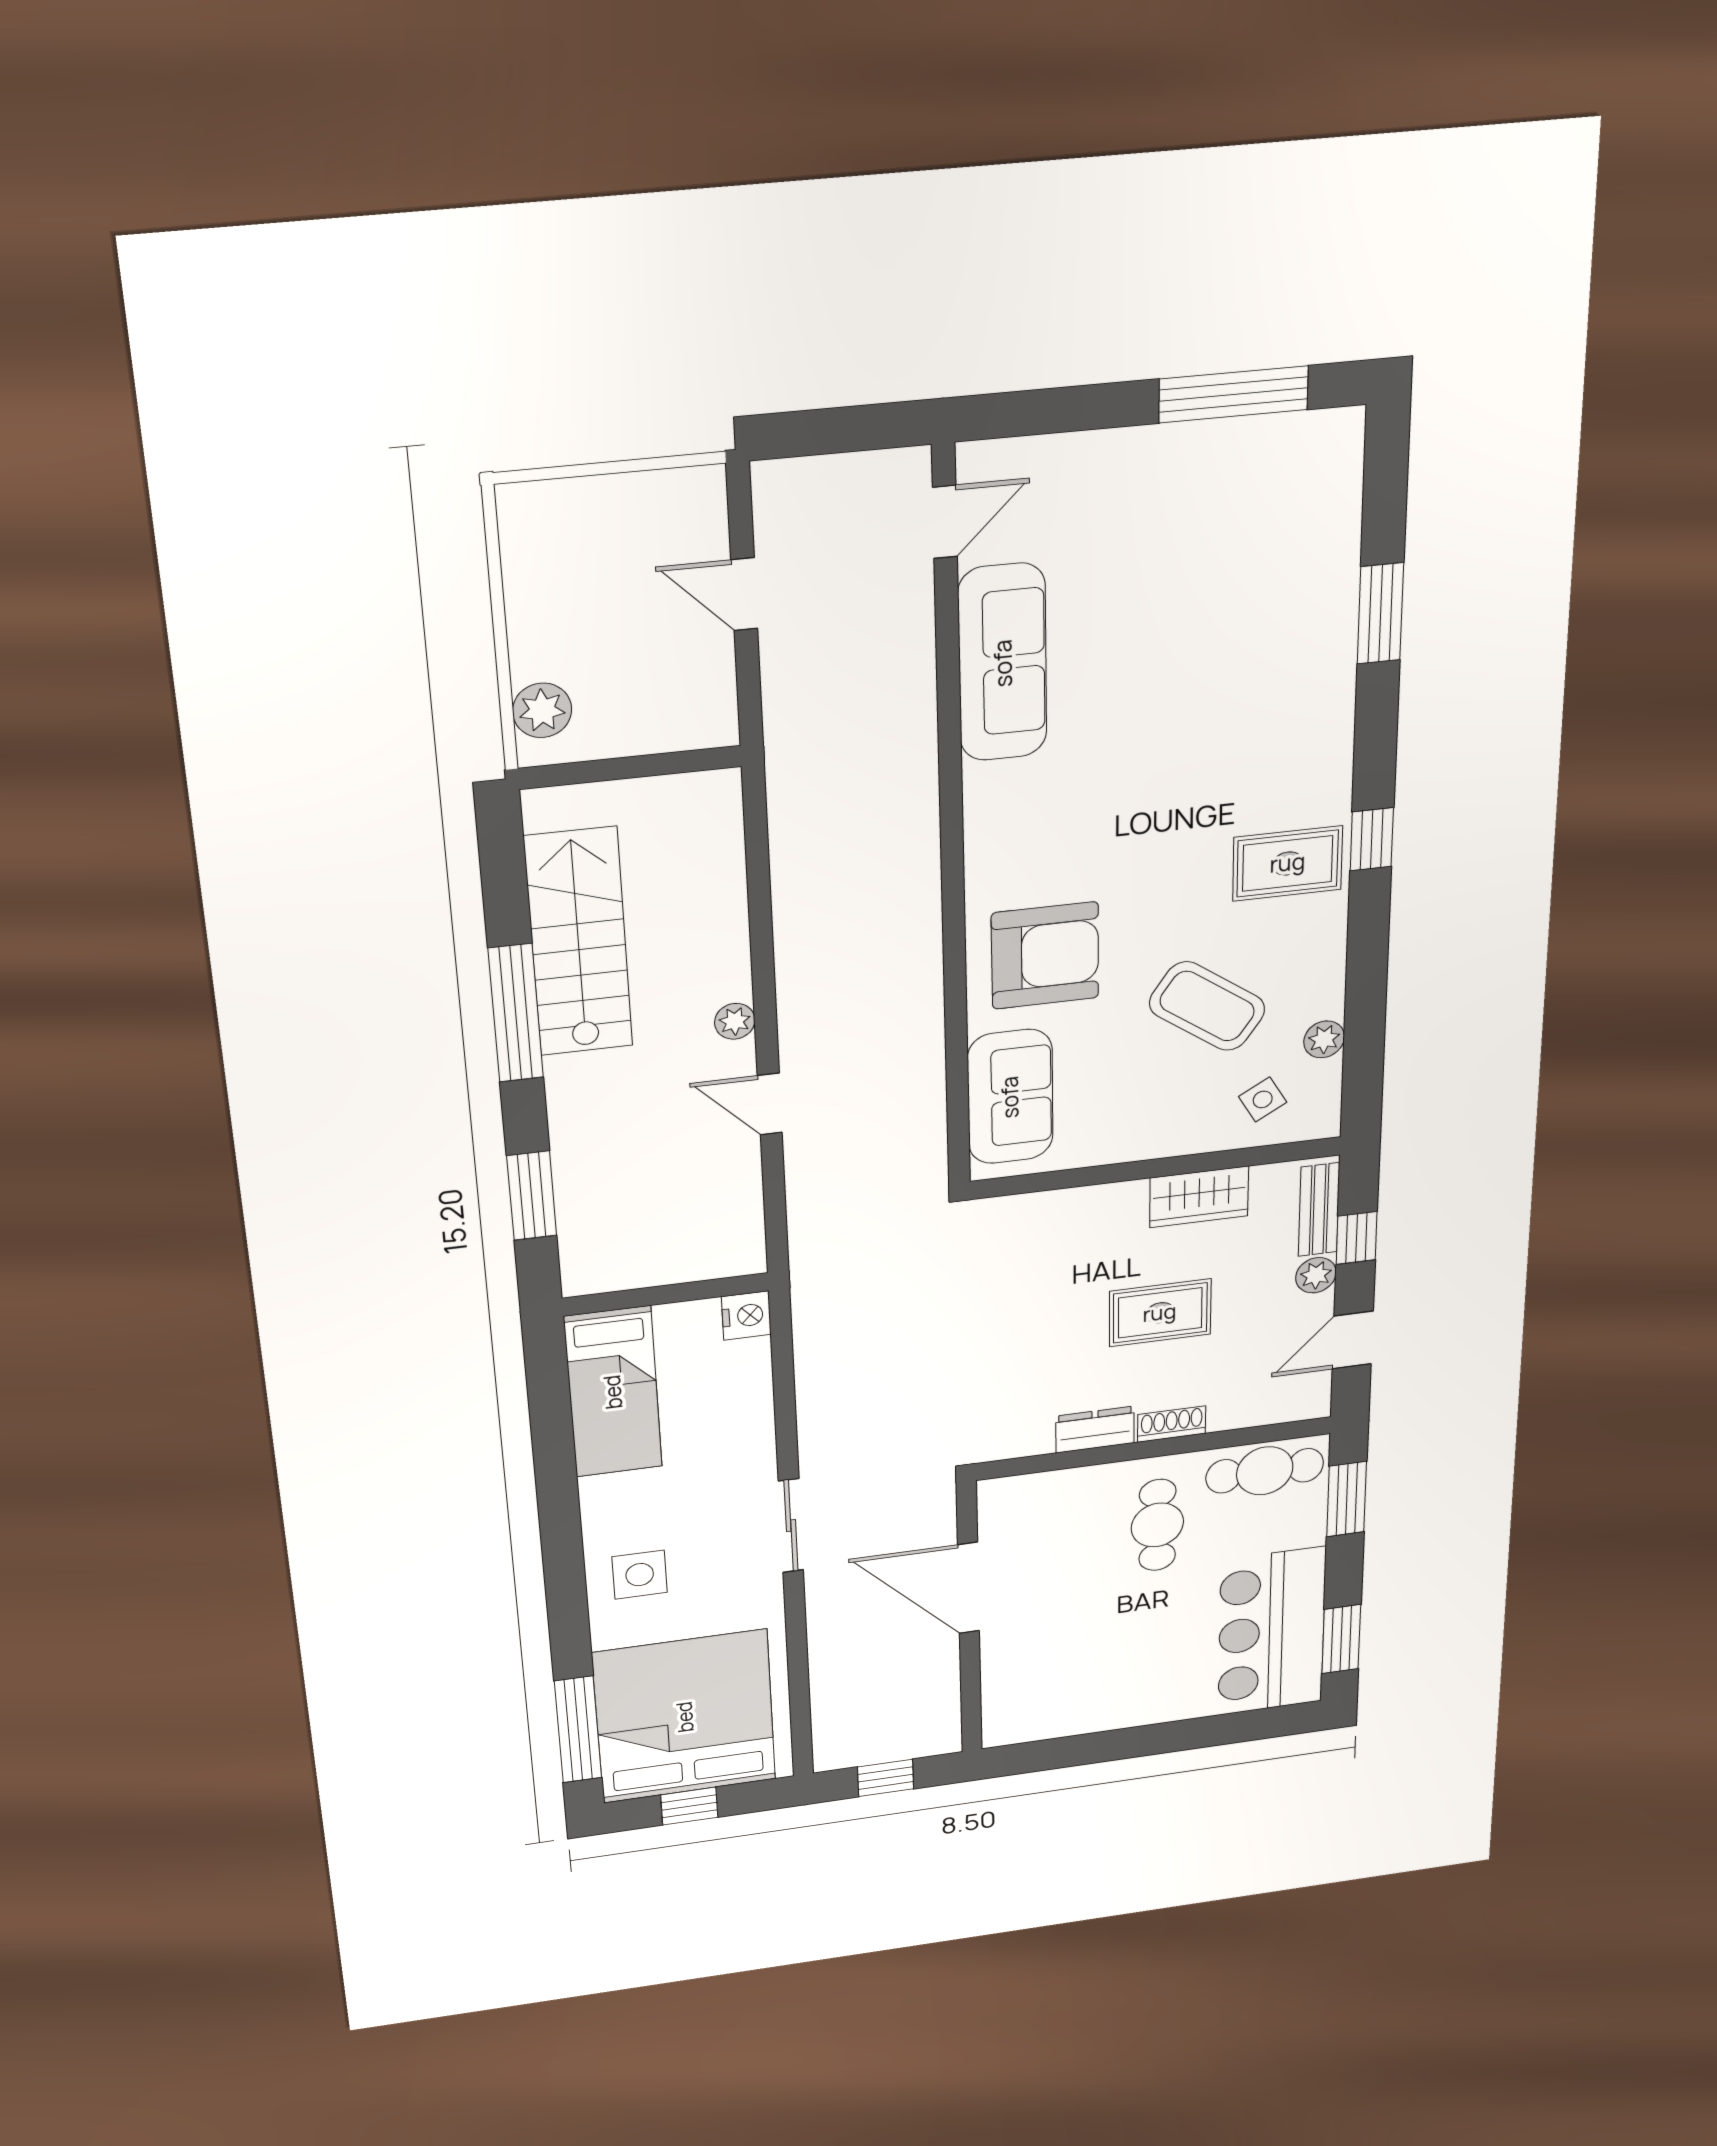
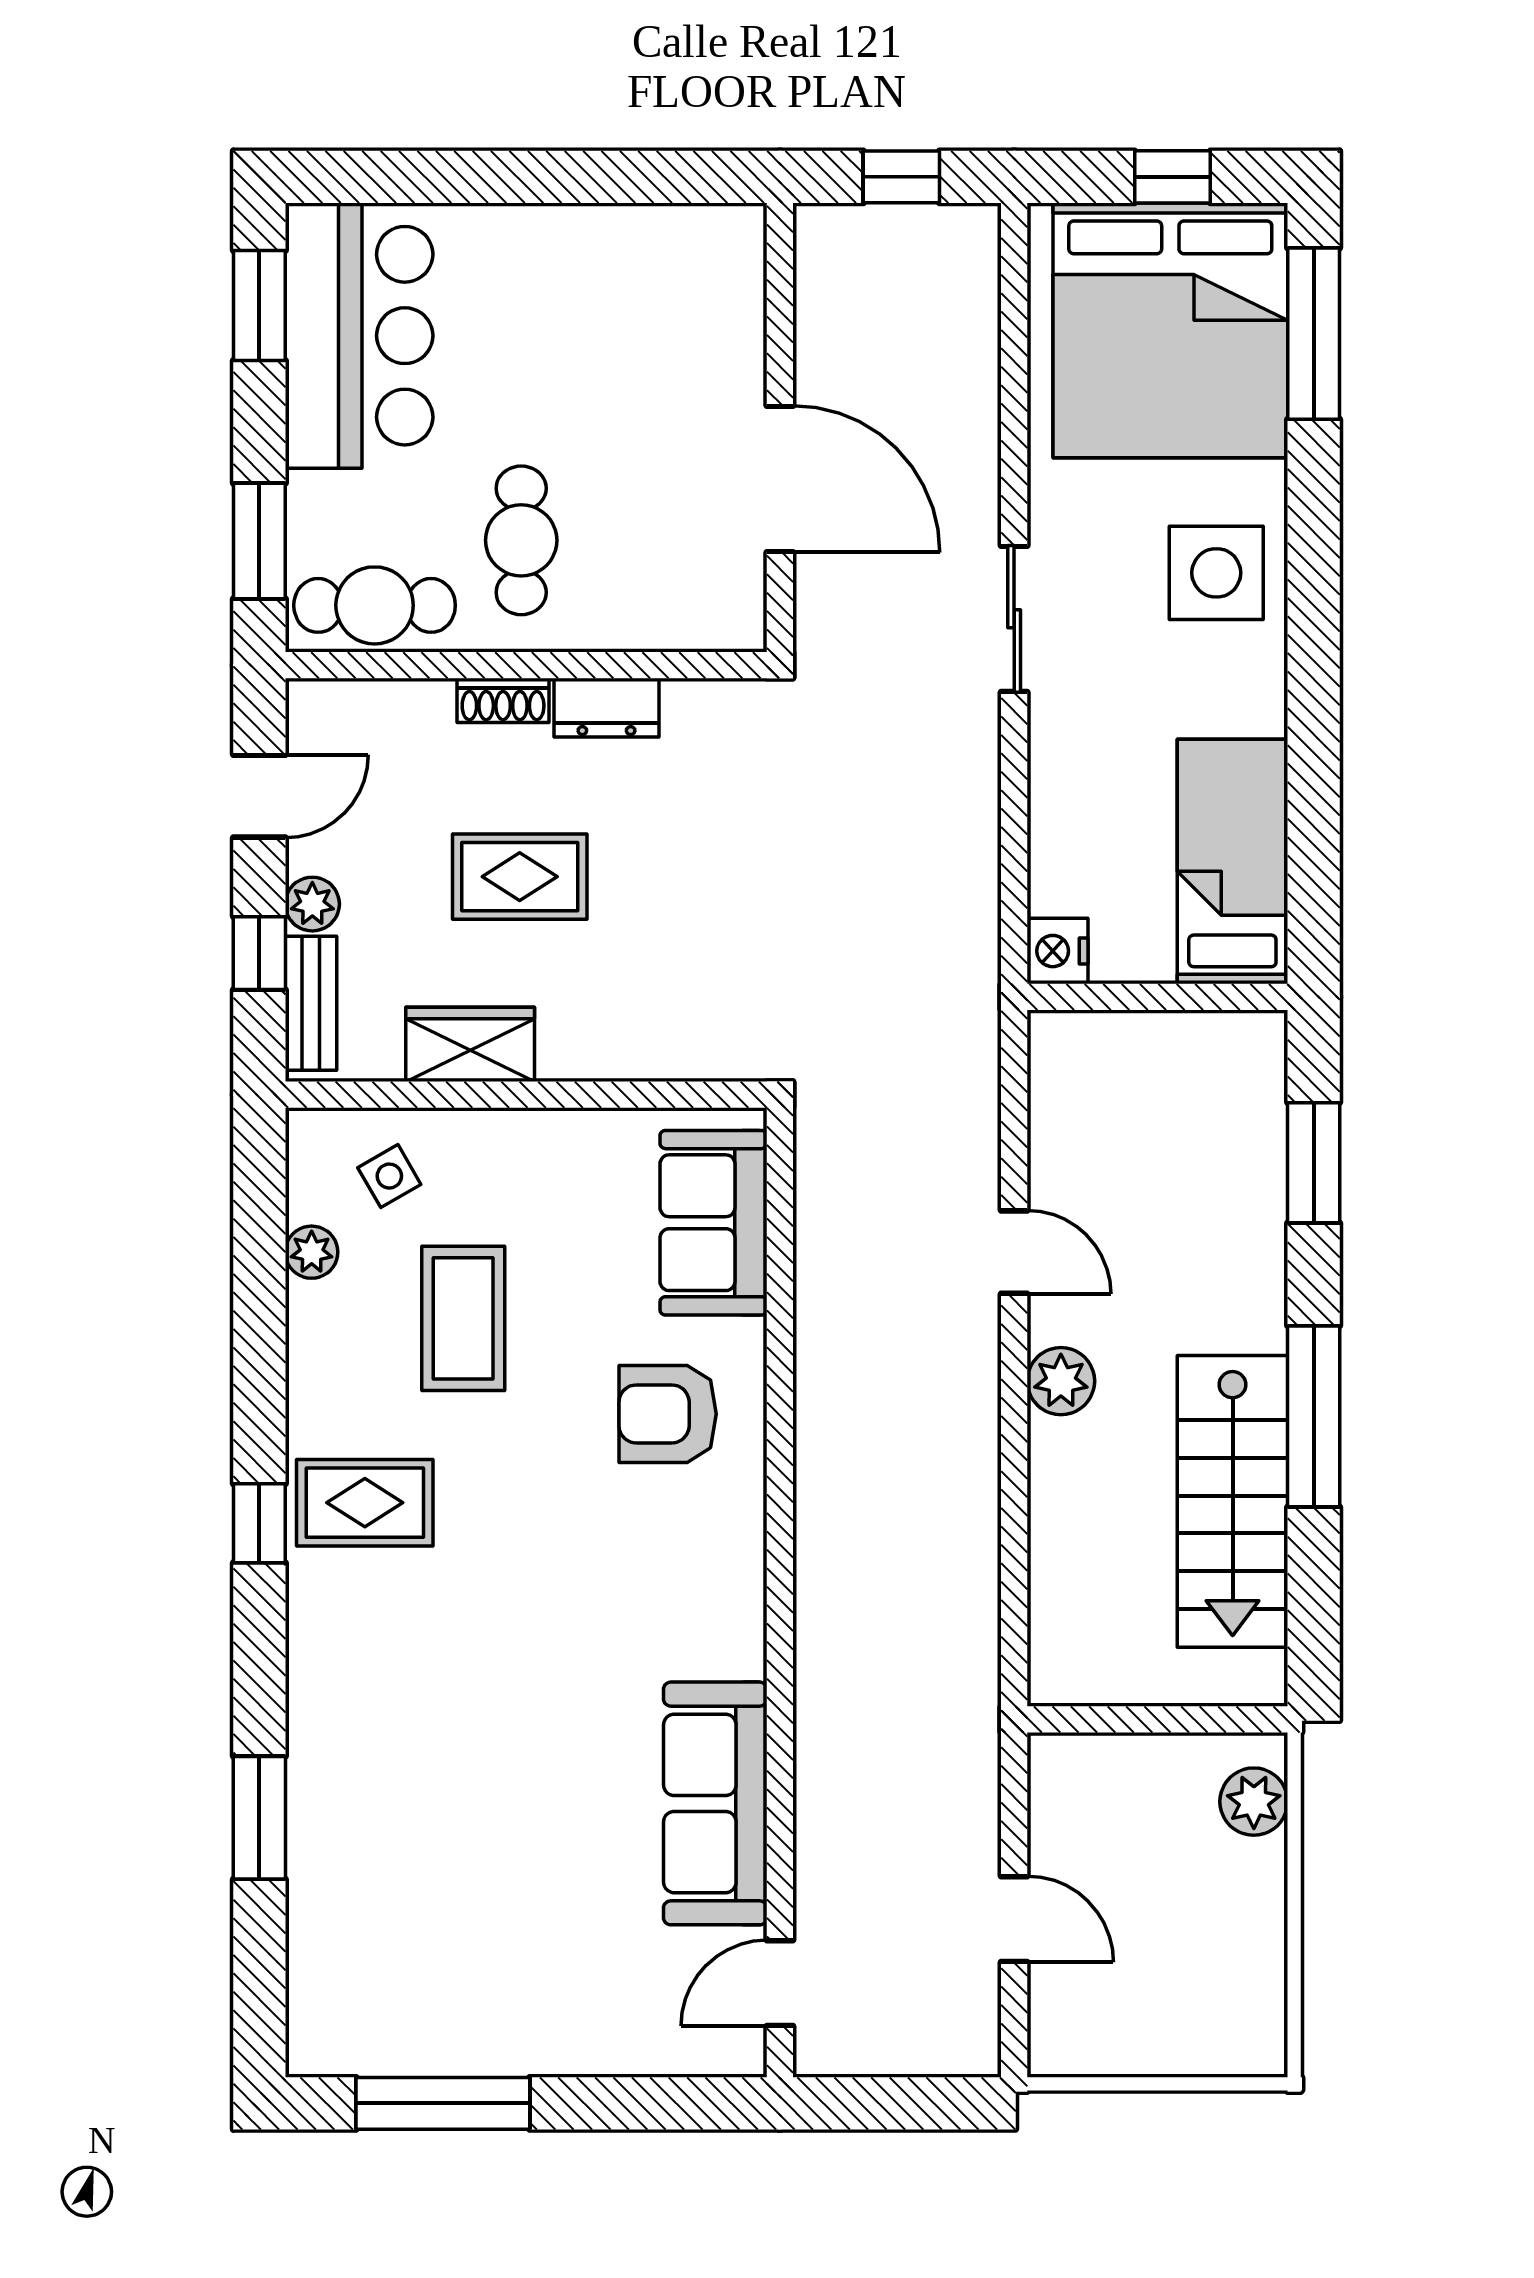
armchair: (1045, 956) -> (668, 1414), width x0.73, depth x0.73
coffee table: (1207, 1006) -> (463, 1318), turned 55
plant: (735, 1021) -> (1061, 1381), width x1.38, depth x1.38
side table: (640, 1575) -> (1216, 573), width x1.37, depth x1.37

